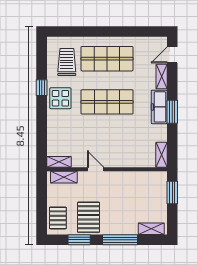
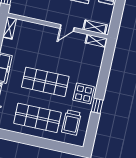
door: (96, 169) -> (67, 28), hinge flipped

